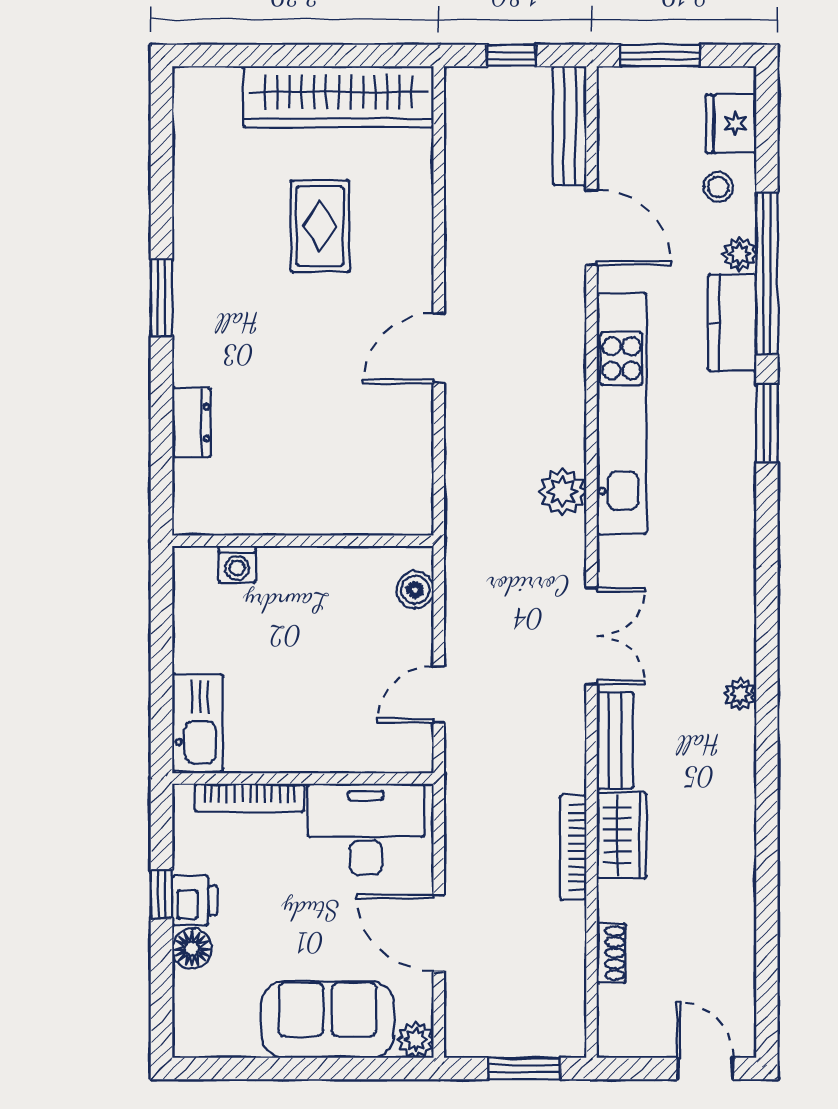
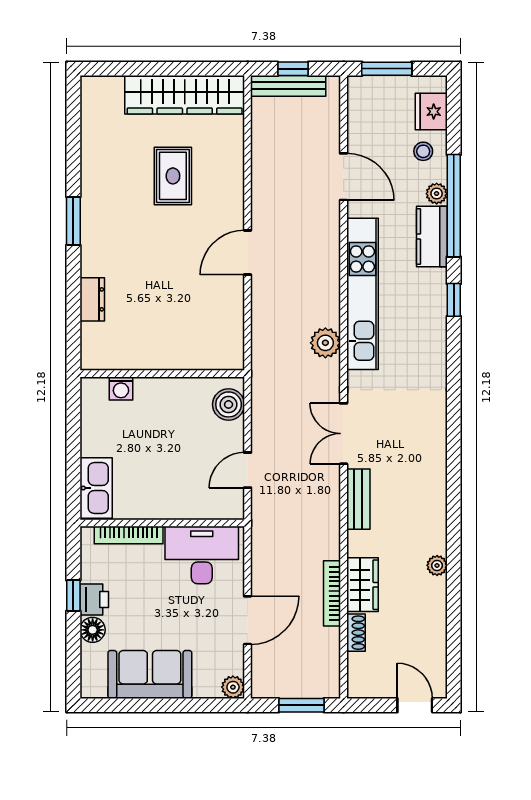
bench: (570, 126) -> (288, 86), moved, turned 90
window: (767, 423) -> (454, 300), width x0.67
boiler: (415, 590) -> (229, 404), width x1.36, depth x1.36
double door: (592, 636) -> (344, 434), swing flipped
plant: (740, 694) -> (437, 565), moved
wardrobe: (622, 835) -> (362, 585), moved
bookcase: (573, 847) -> (332, 593), moved
door: (439, 933) -> (248, 620), swing flipped
sofa: (328, 1020) -> (150, 674), moved

